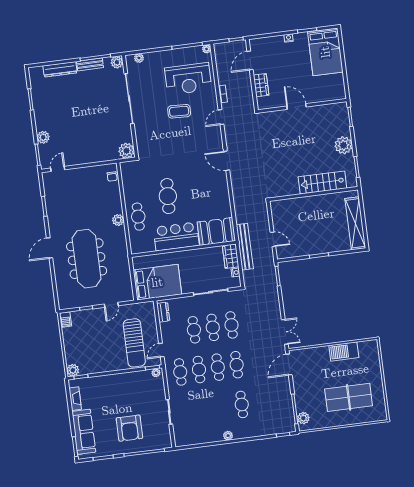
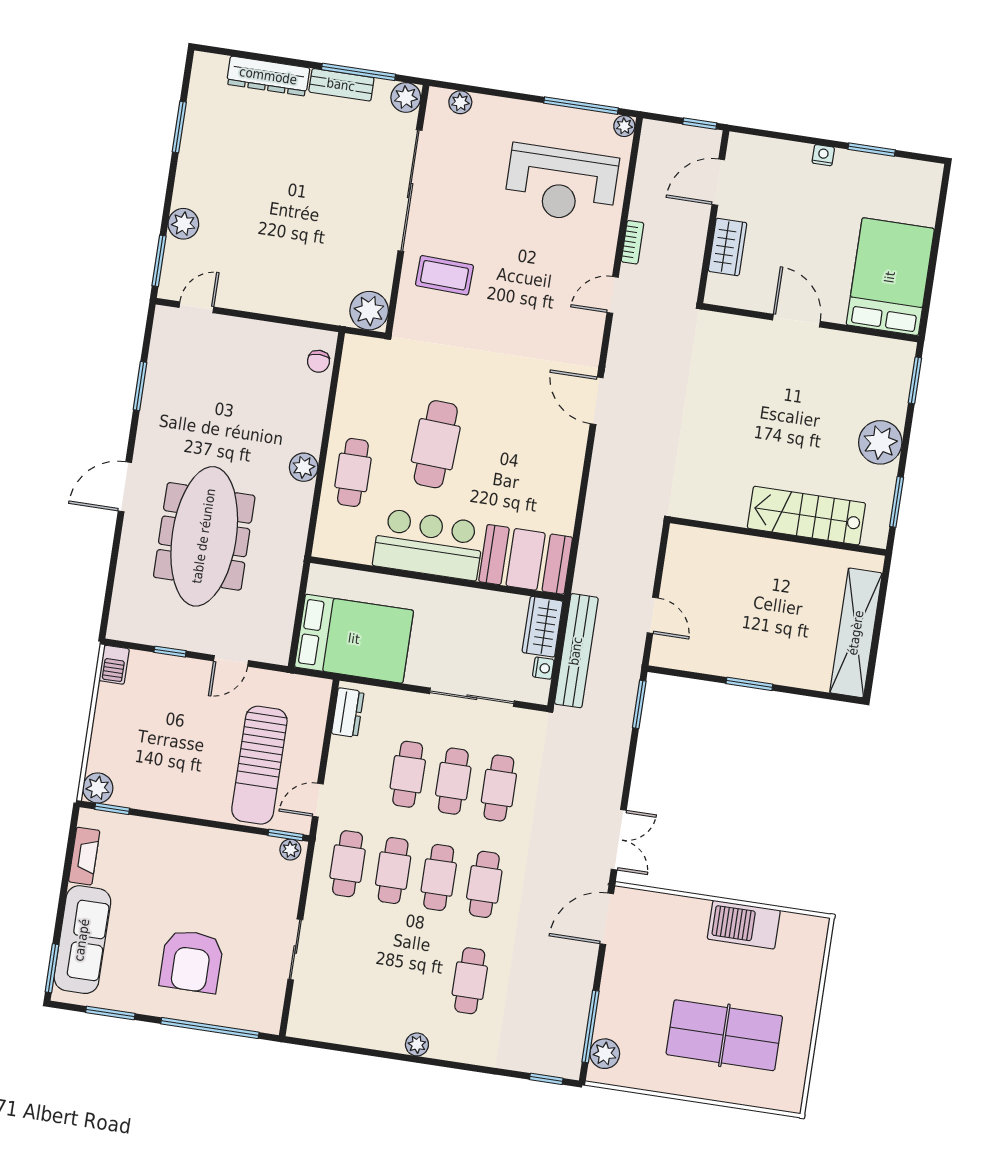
bed: (325, 52) -> (890, 277), moved, turned 180
coffee table: (179, 111) -> (444, 275), moved
bench: (245, 247) -> (576, 651), moved

